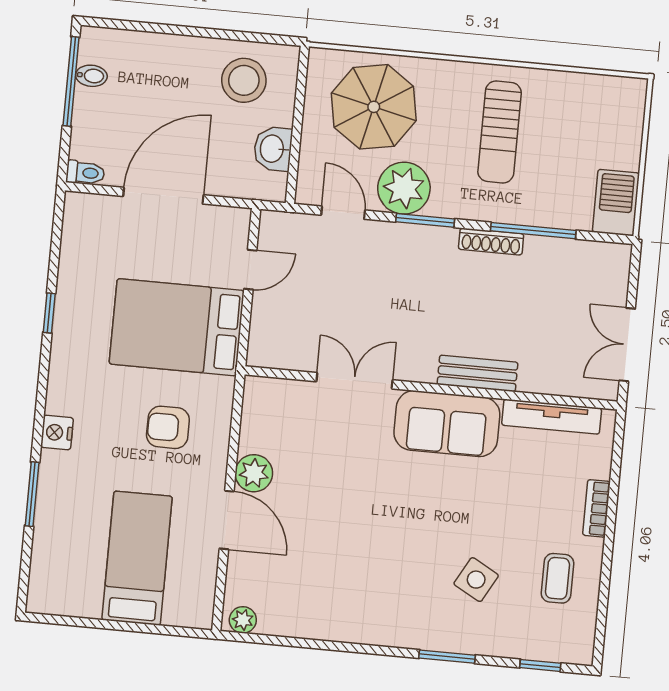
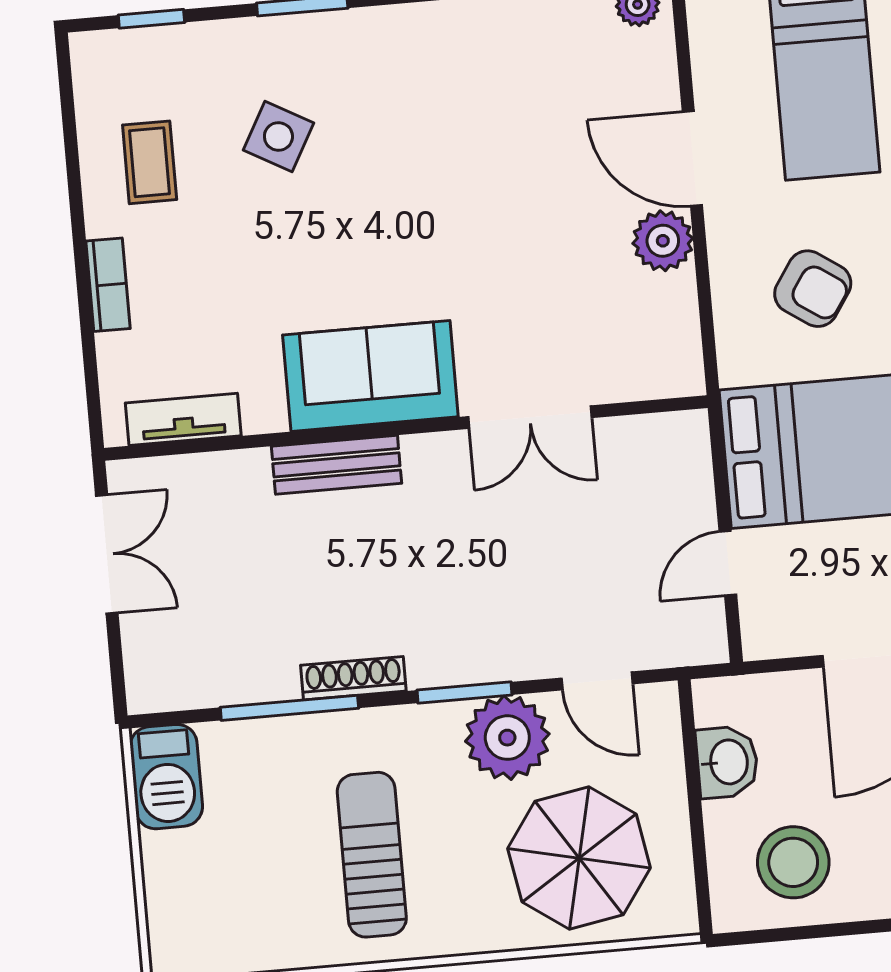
tv unit: (552, 417) -> (183, 419), width x0.71
armchair: (168, 427) -> (813, 289), turned 34

